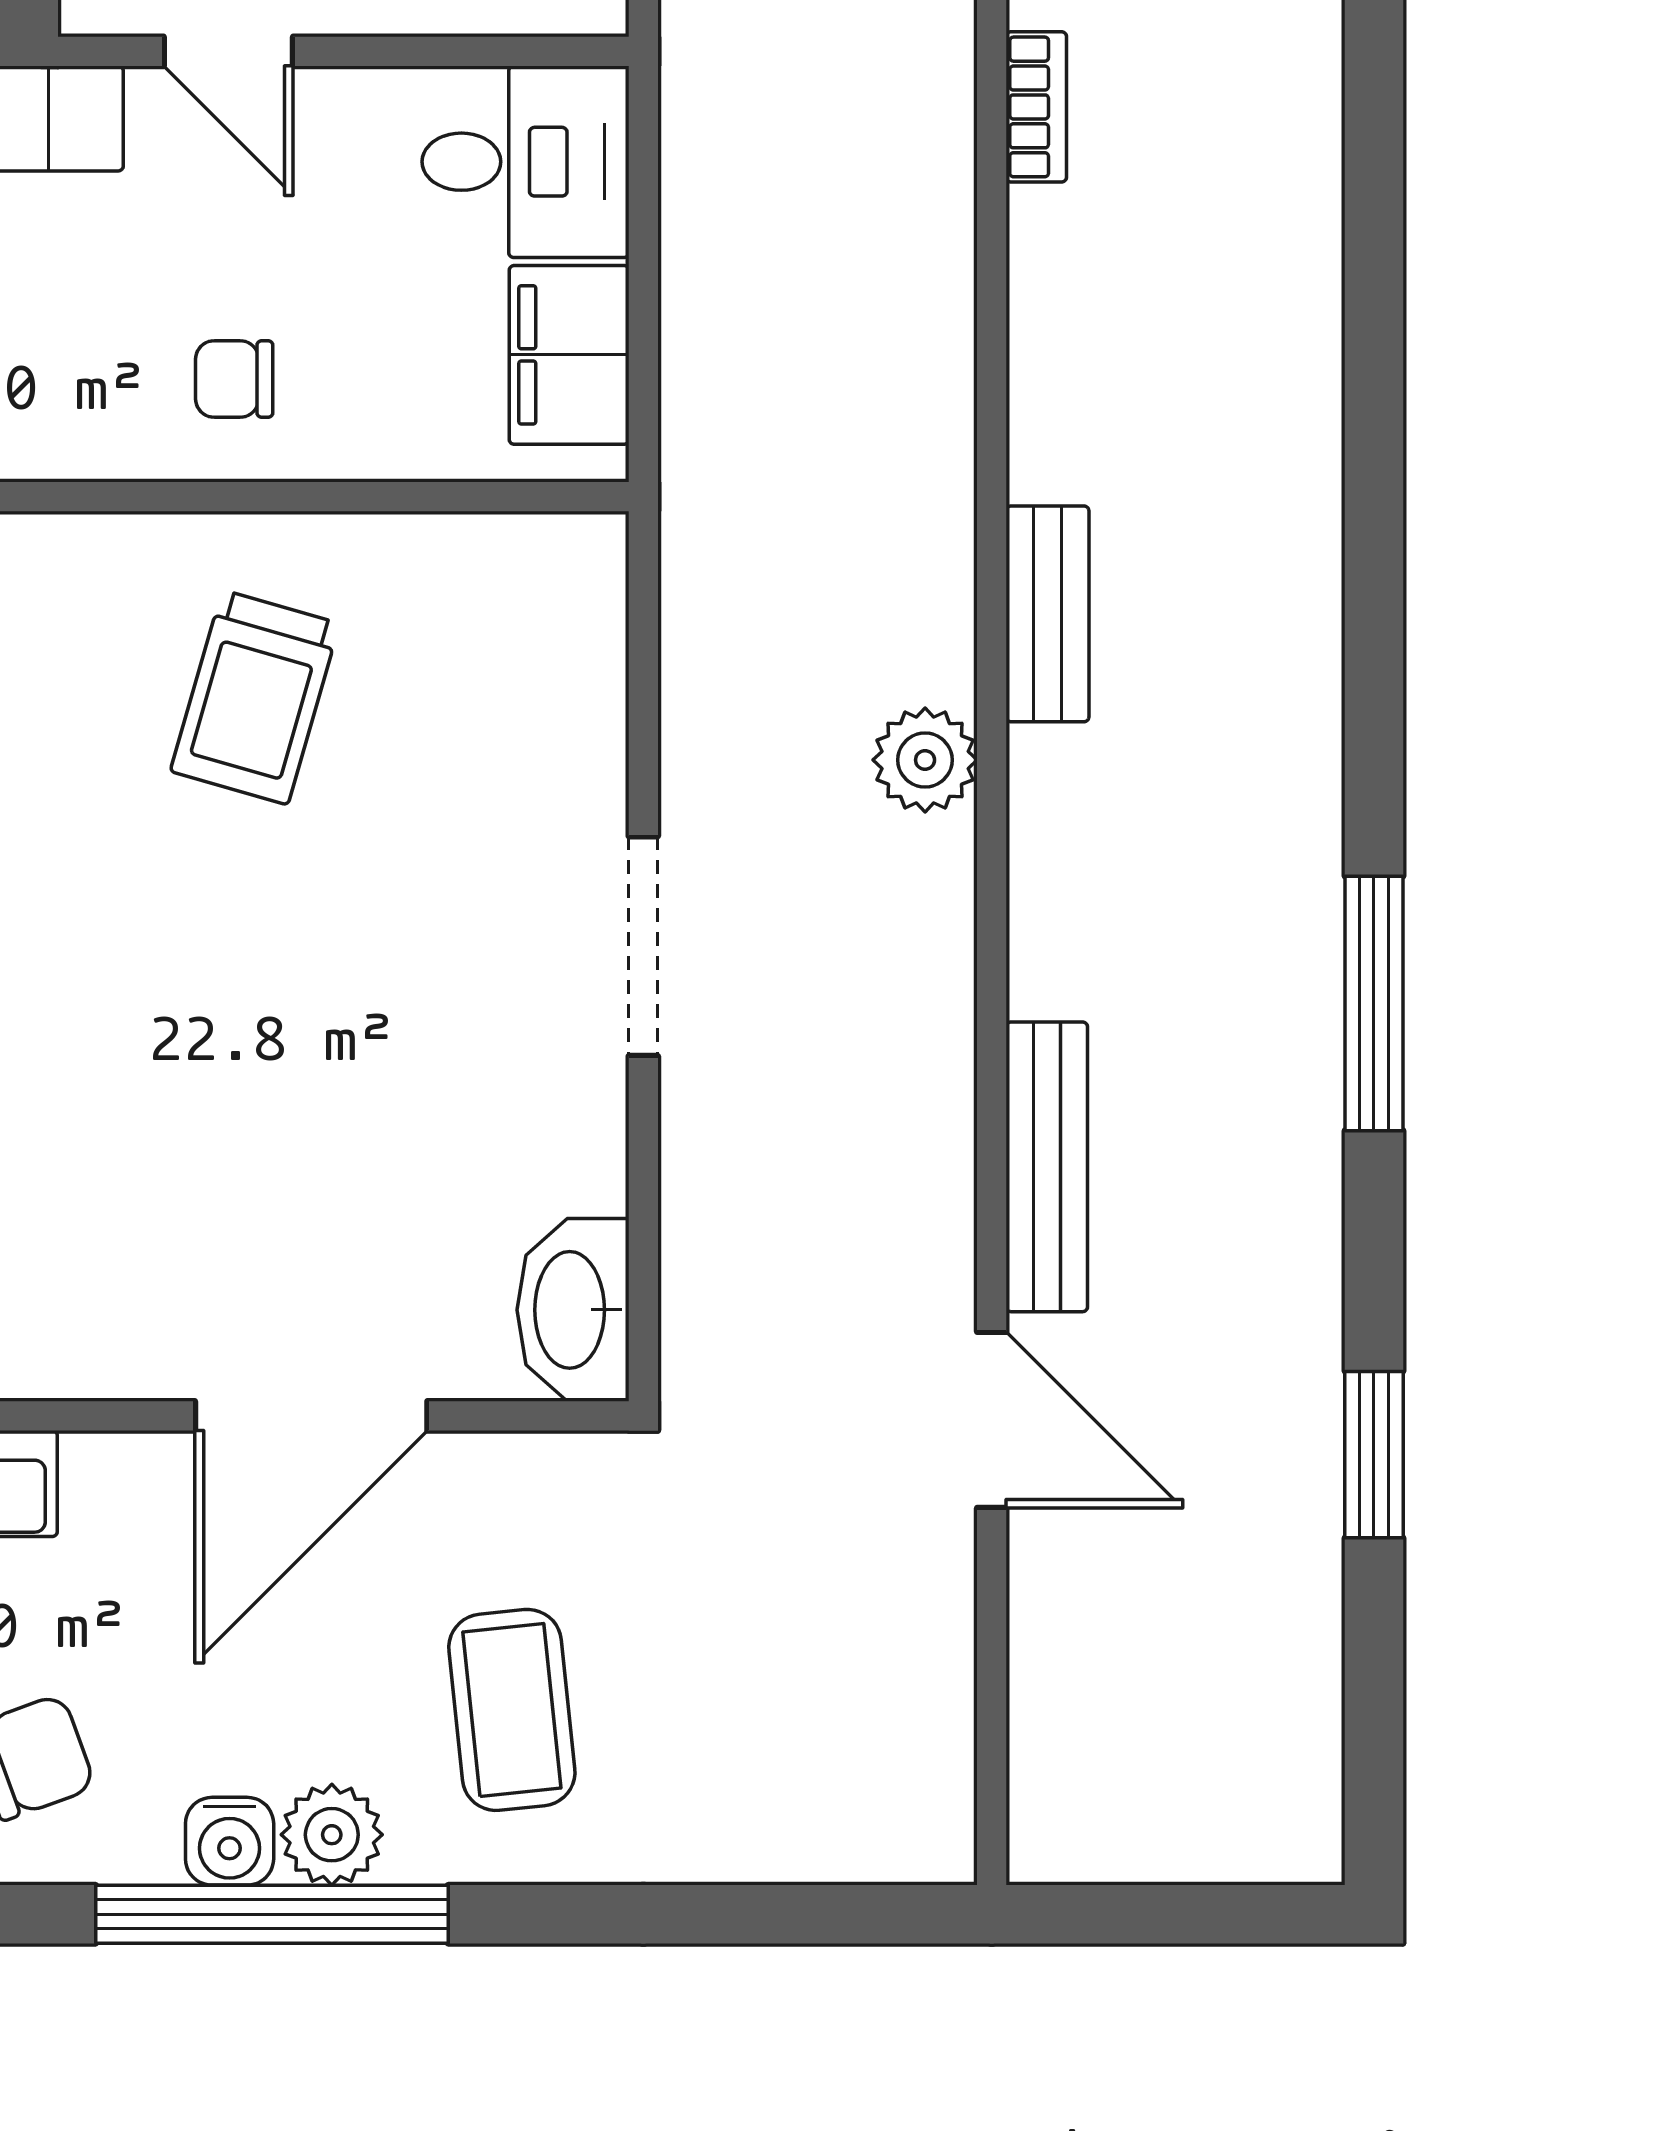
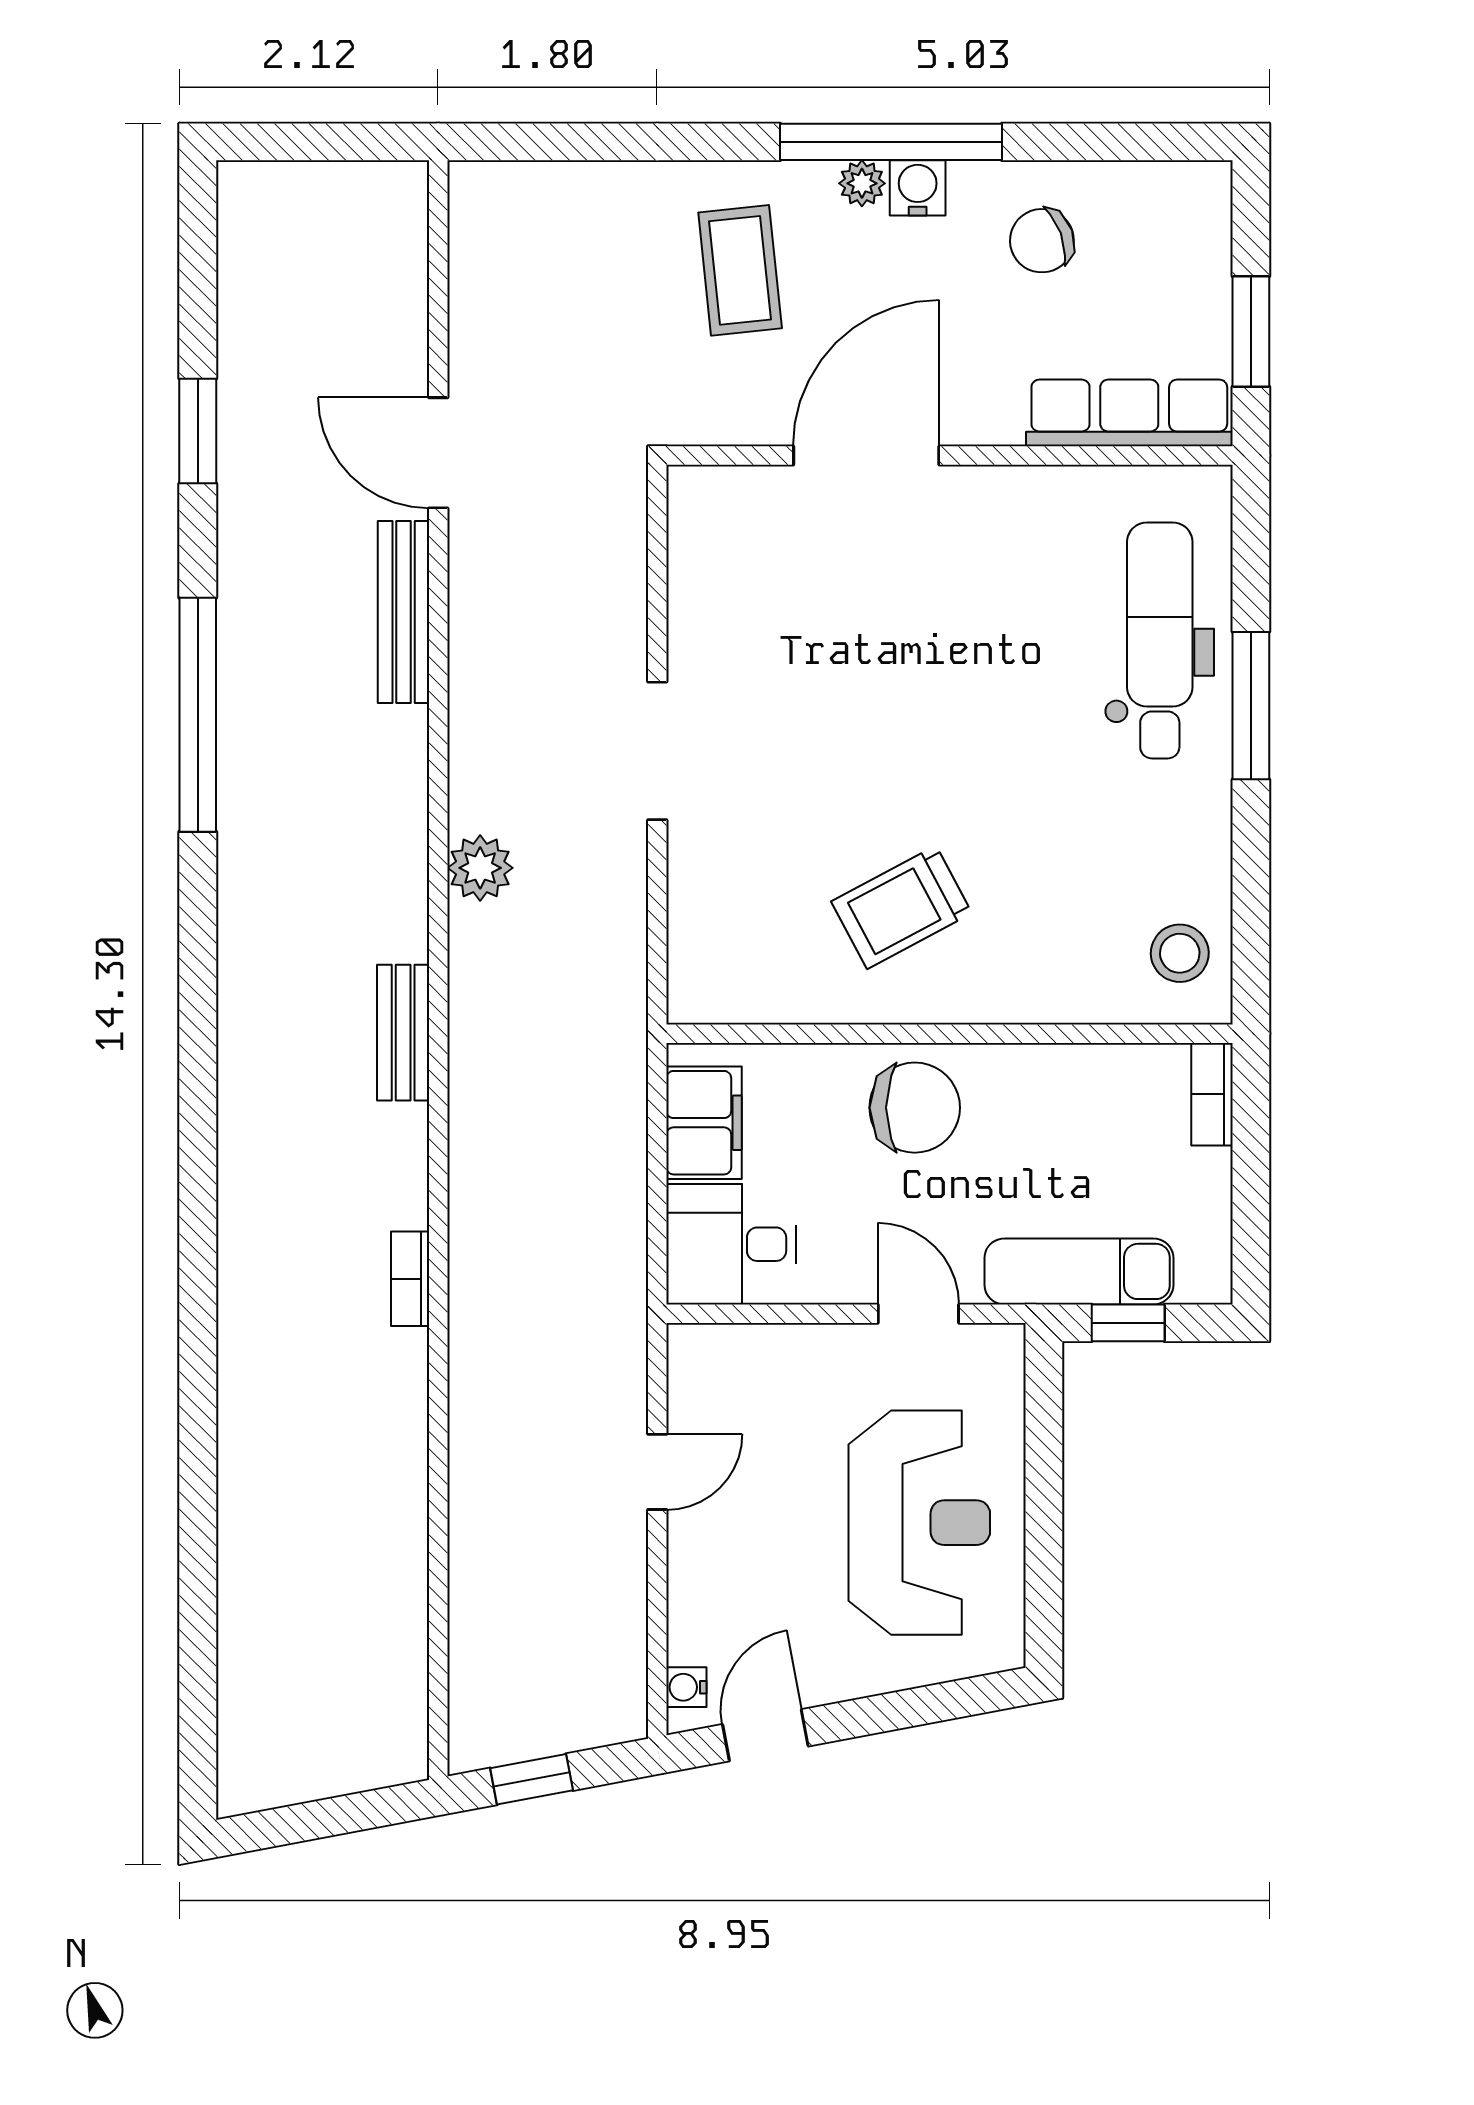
chair: (234, 379) -> (915, 1108), width x1.87, depth x1.87
bench: (1048, 614) -> (403, 1033), moved
trolley: (255, 697) -> (902, 907), turned -134
window: (1374, 1003) -> (198, 715), width x1.46
washbasin: (573, 1310) -> (702, 522), removed
plant: (332, 1835) -> (862, 183), width x0.73, depth x0.73

